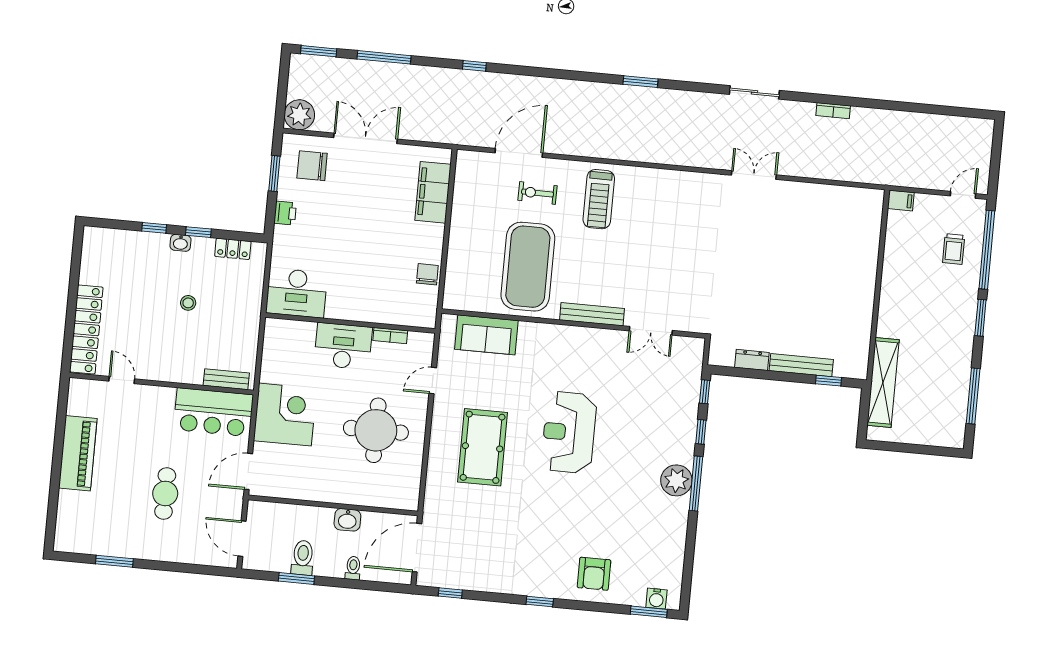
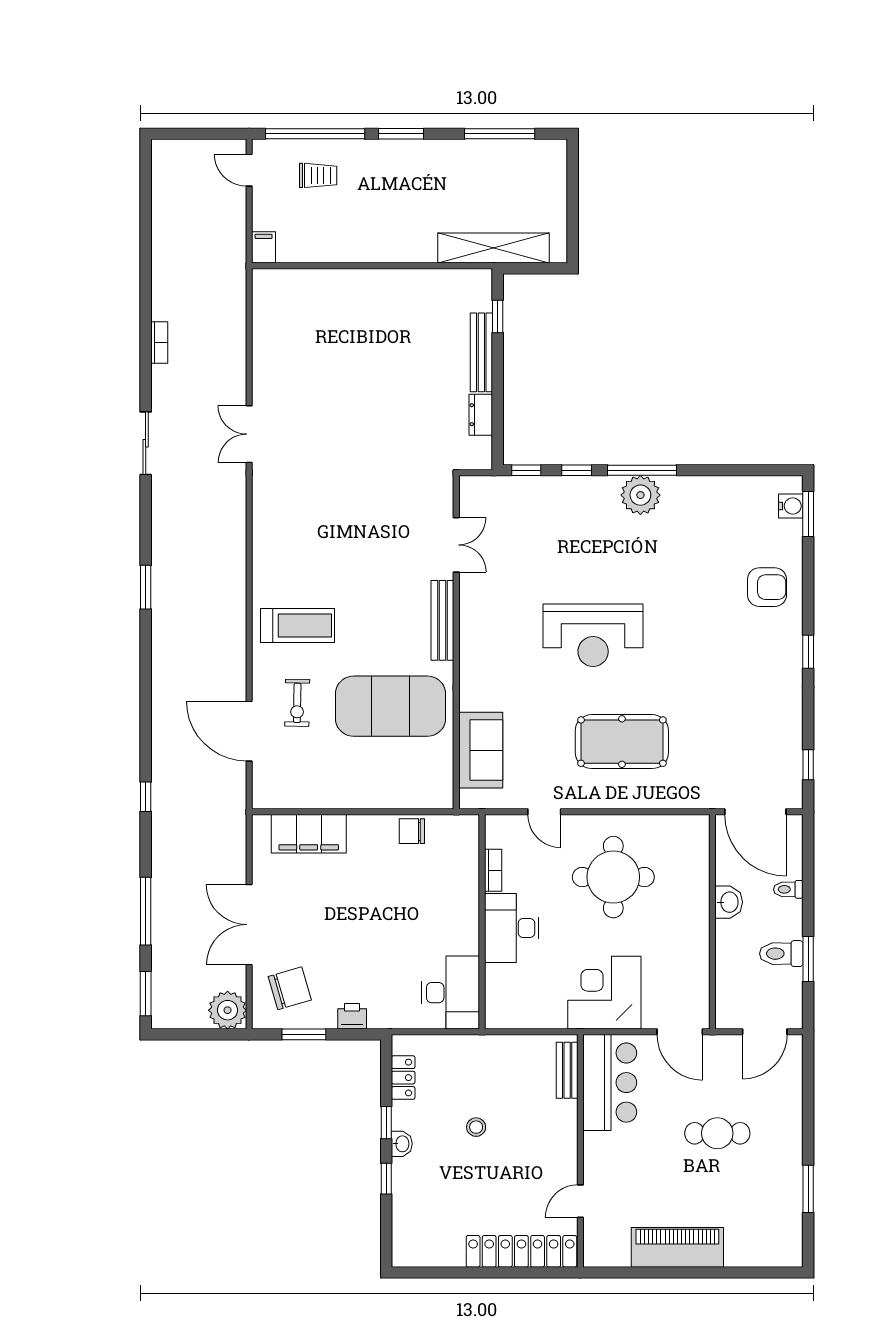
chair: (312, 166) -> (290, 988), turned -106

